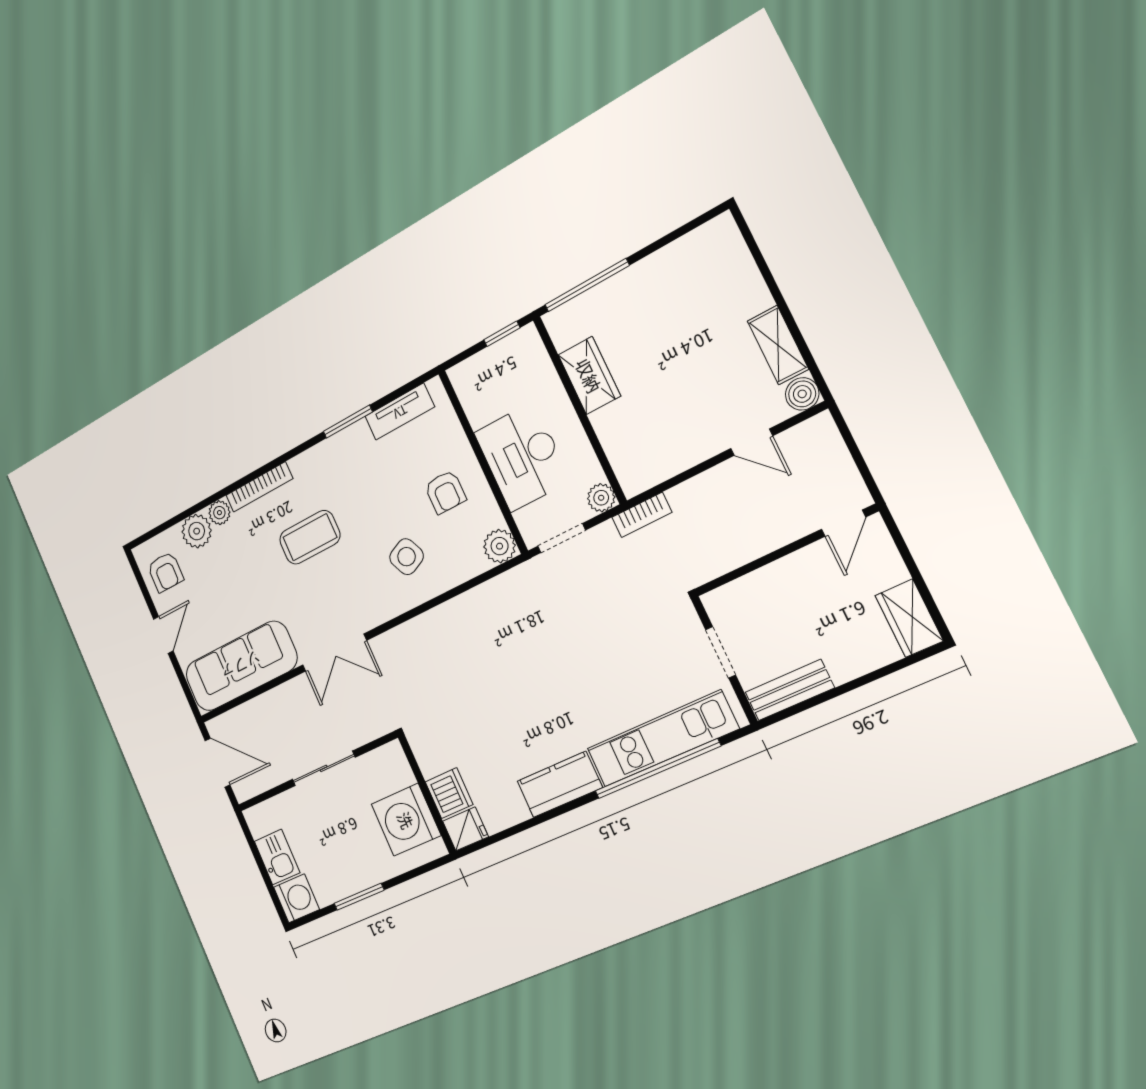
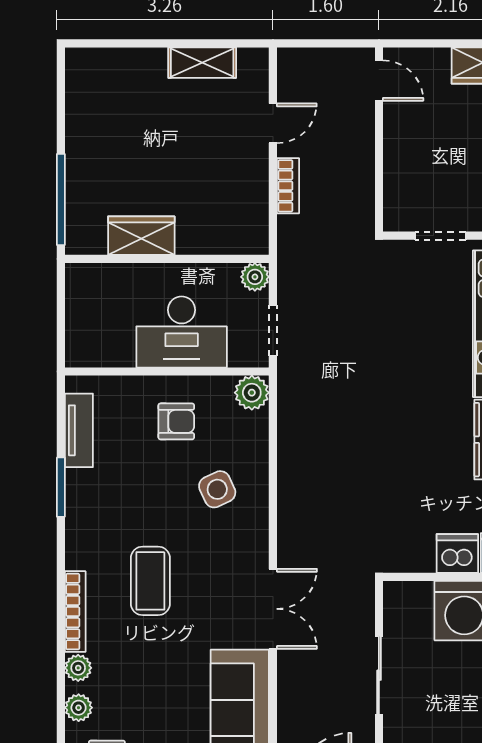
window: (502, 334) -> (61, 297), removed
boiler: (802, 394) -> (254, 63), removed
bookcase: (642, 515) -> (288, 186), moved
plant: (197, 531) -> (79, 708), width x0.73, depth x0.73

